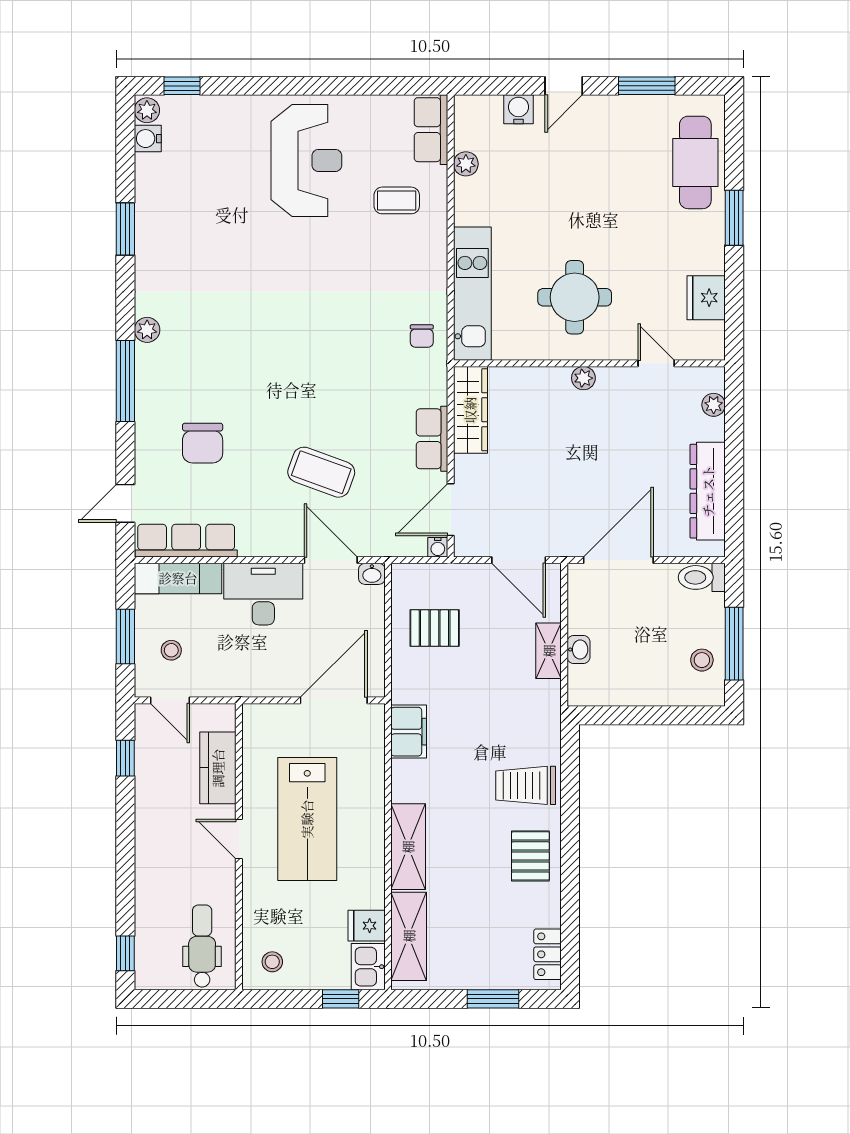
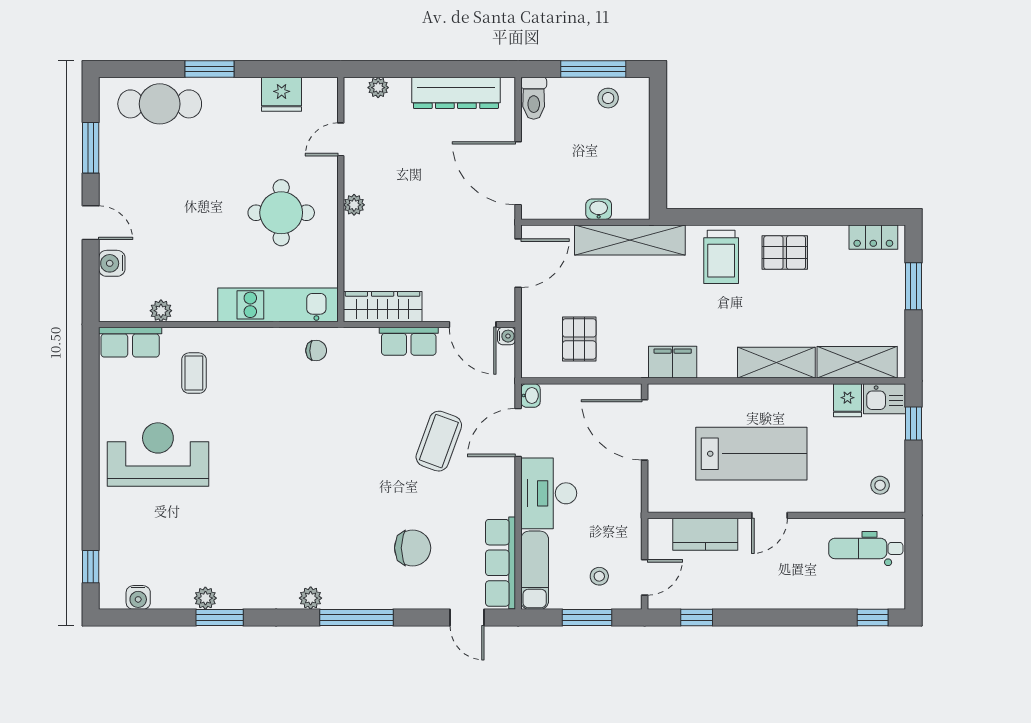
plant: (147, 110) -> (205, 598), moved
shelving: (549, 651) -> (630, 240), width x2.20, depth x1.33

